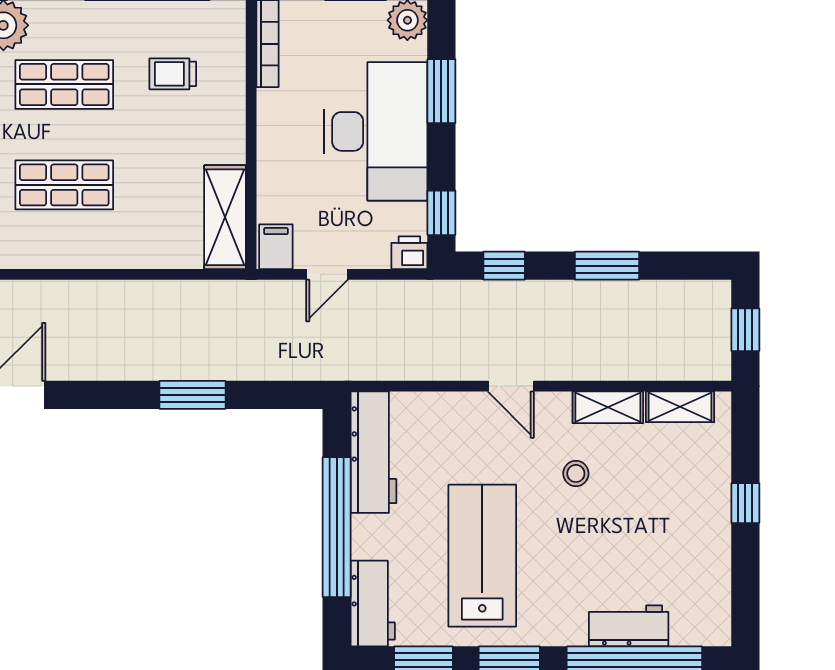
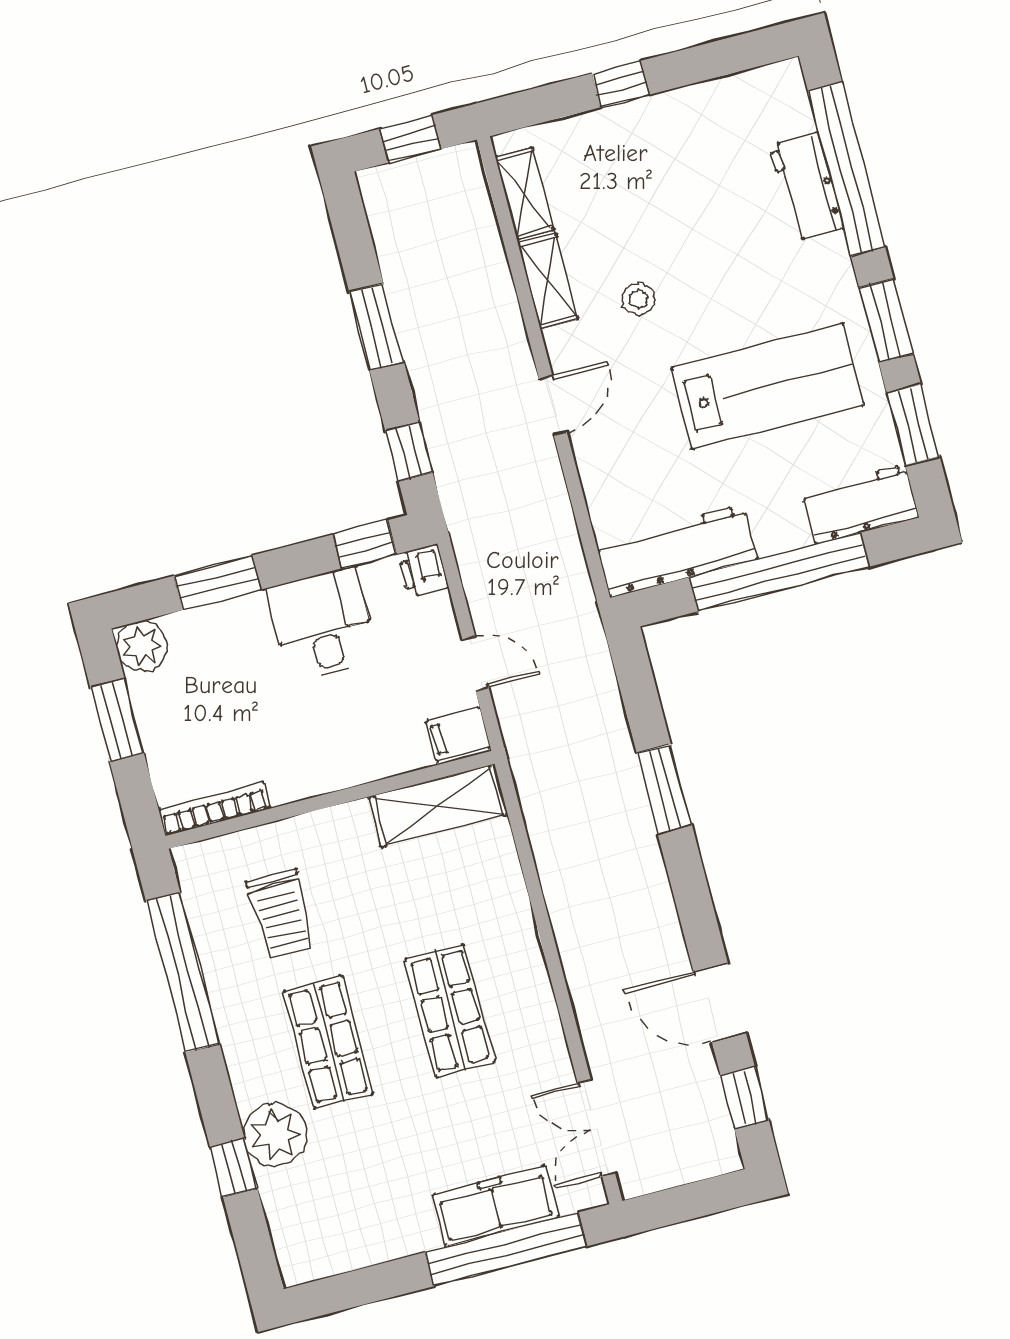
trolley: (173, 74) -> (281, 914), width x1.36, depth x1.39
desk: (376, 131) -> (322, 625), width x0.53, depth x0.77
lab bench: (482, 556) -> (768, 386), turned 180

